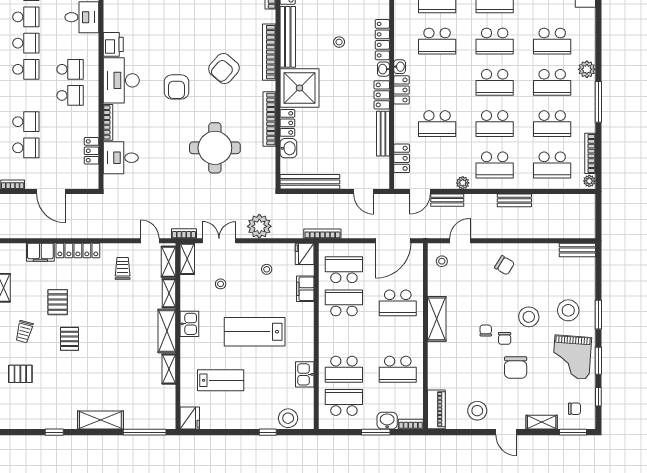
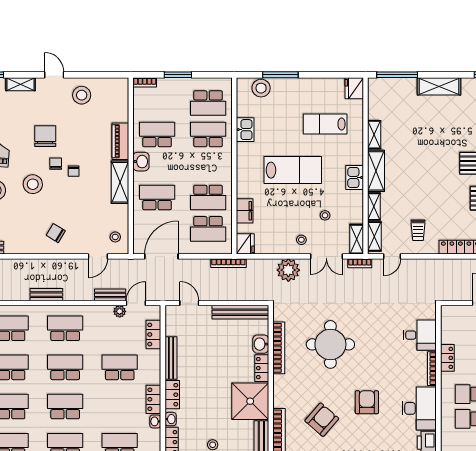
bookcase: (269, 119) -> (279, 348), moved
locker: (92, 151) -> (447, 358), moved
plant: (463, 183) -> (120, 311), moved
door: (150, 241) -> (392, 256), hinge flipped
stool: (267, 269) -> (301, 240), moved
piano: (436, 409) -> (120, 141), moved
washbasin: (387, 421) -> (141, 162), moved, turned -90
window: (268, 432) -> (280, 75), width x2.17

